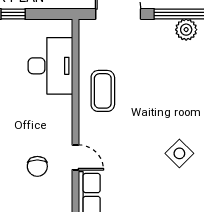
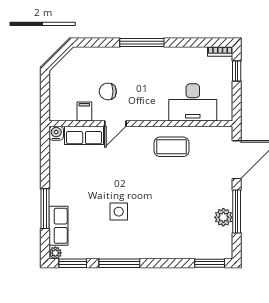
side table: (179, 153) -> (119, 212), turned 45
filing cabinet: (61, 194) -> (84, 112), added

